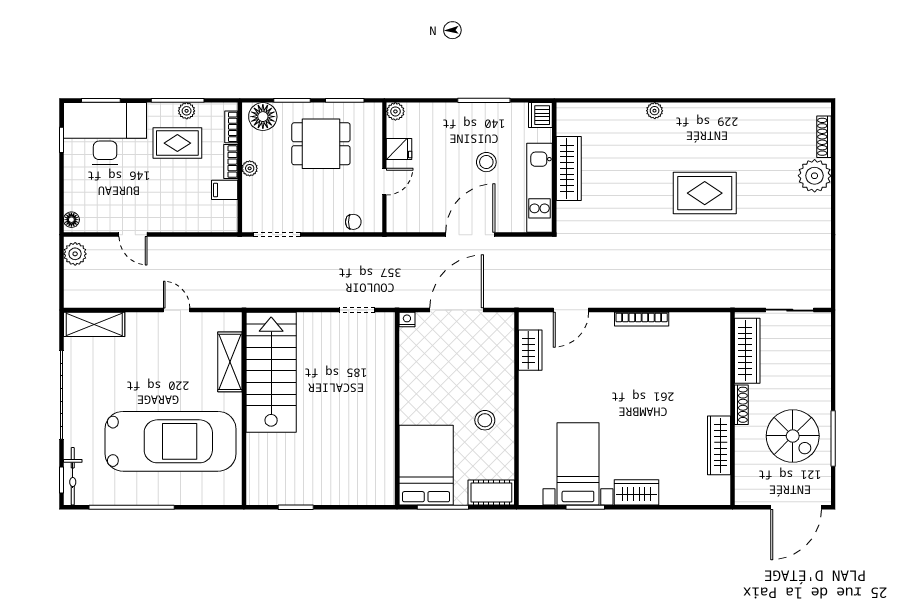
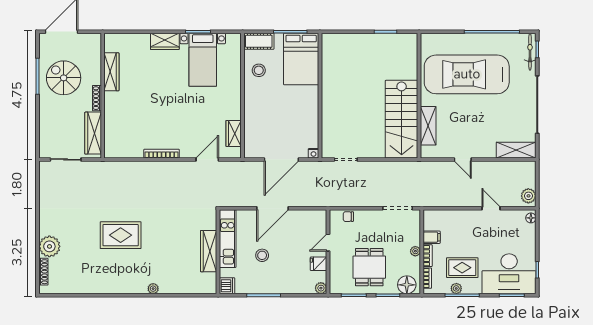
dining table: (321, 144) -> (369, 267), turned 90
stool: (485, 420) -> (259, 70), moved

